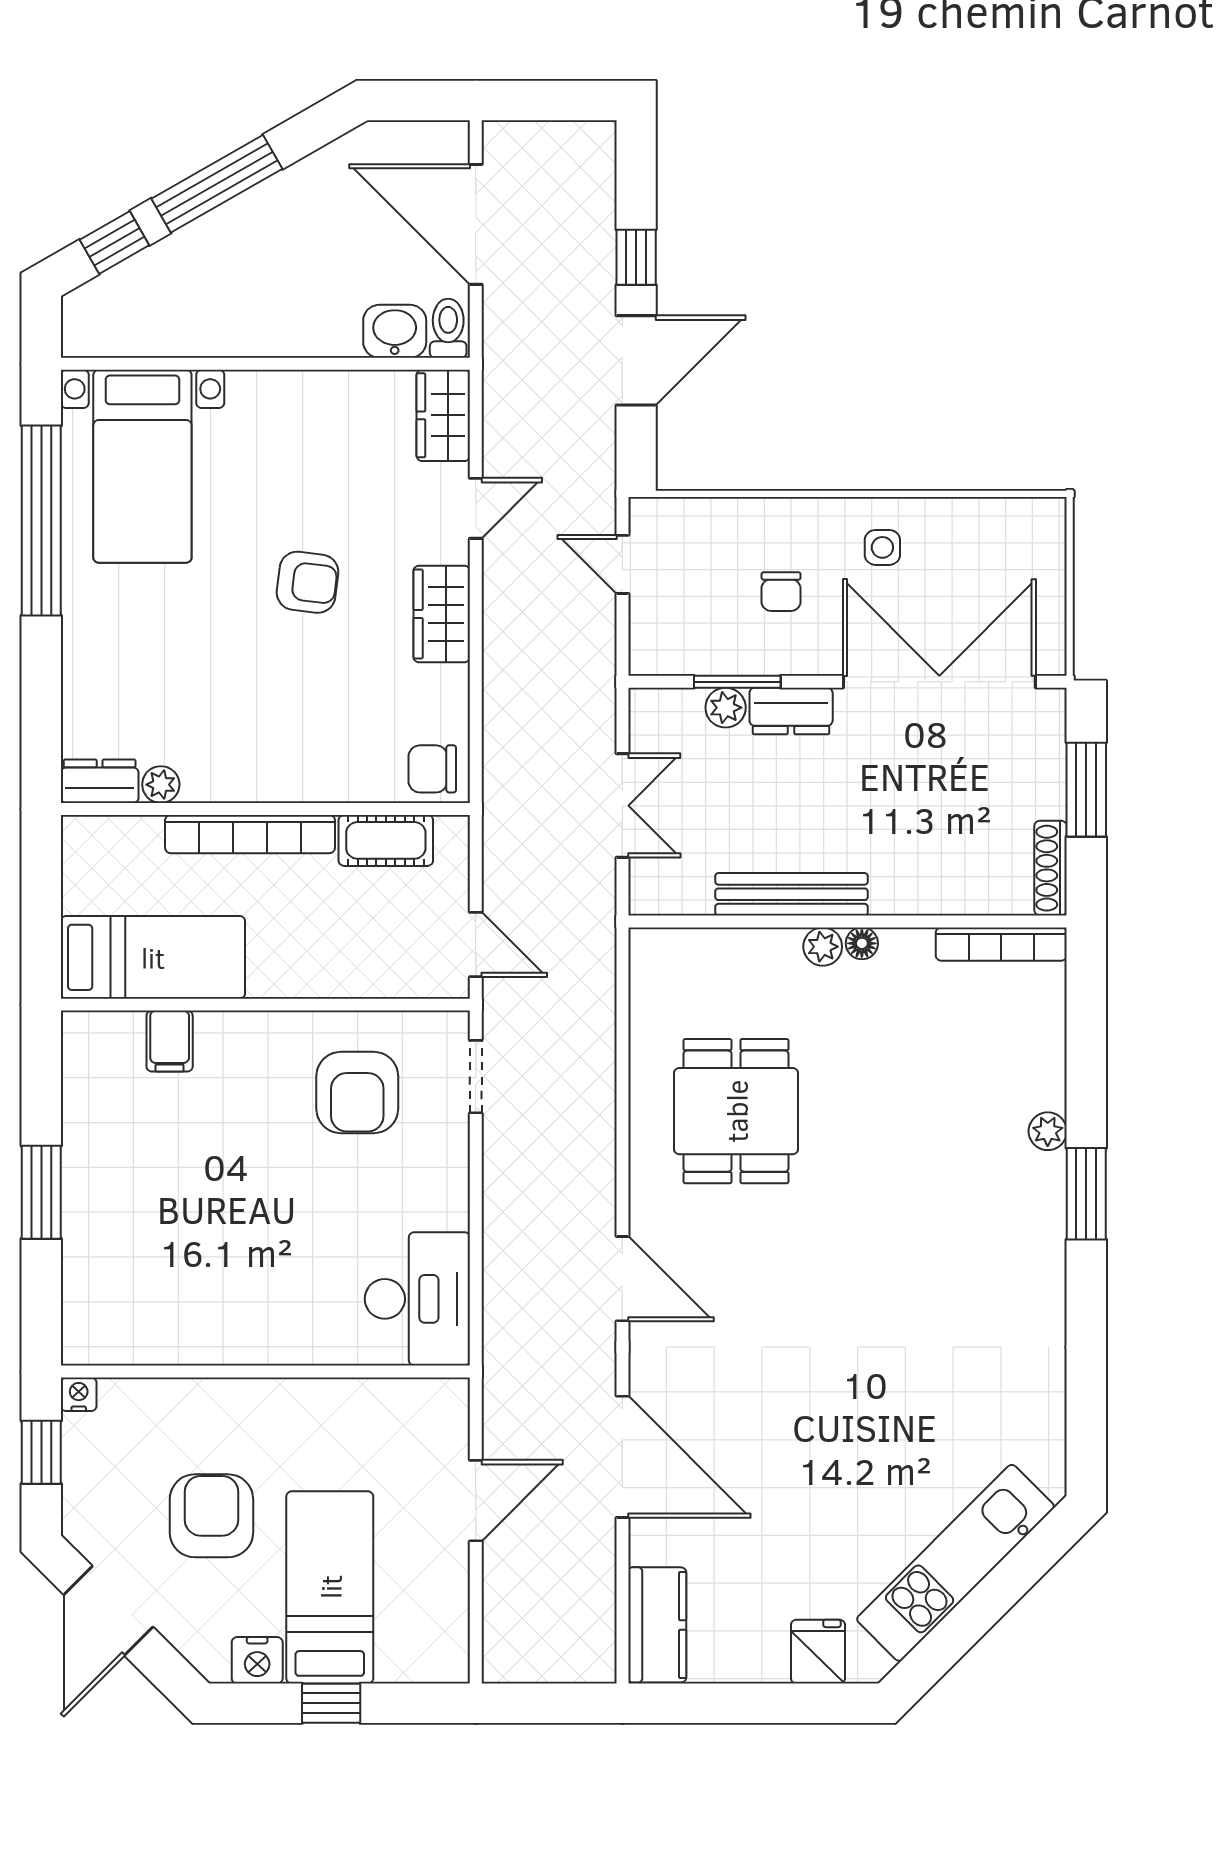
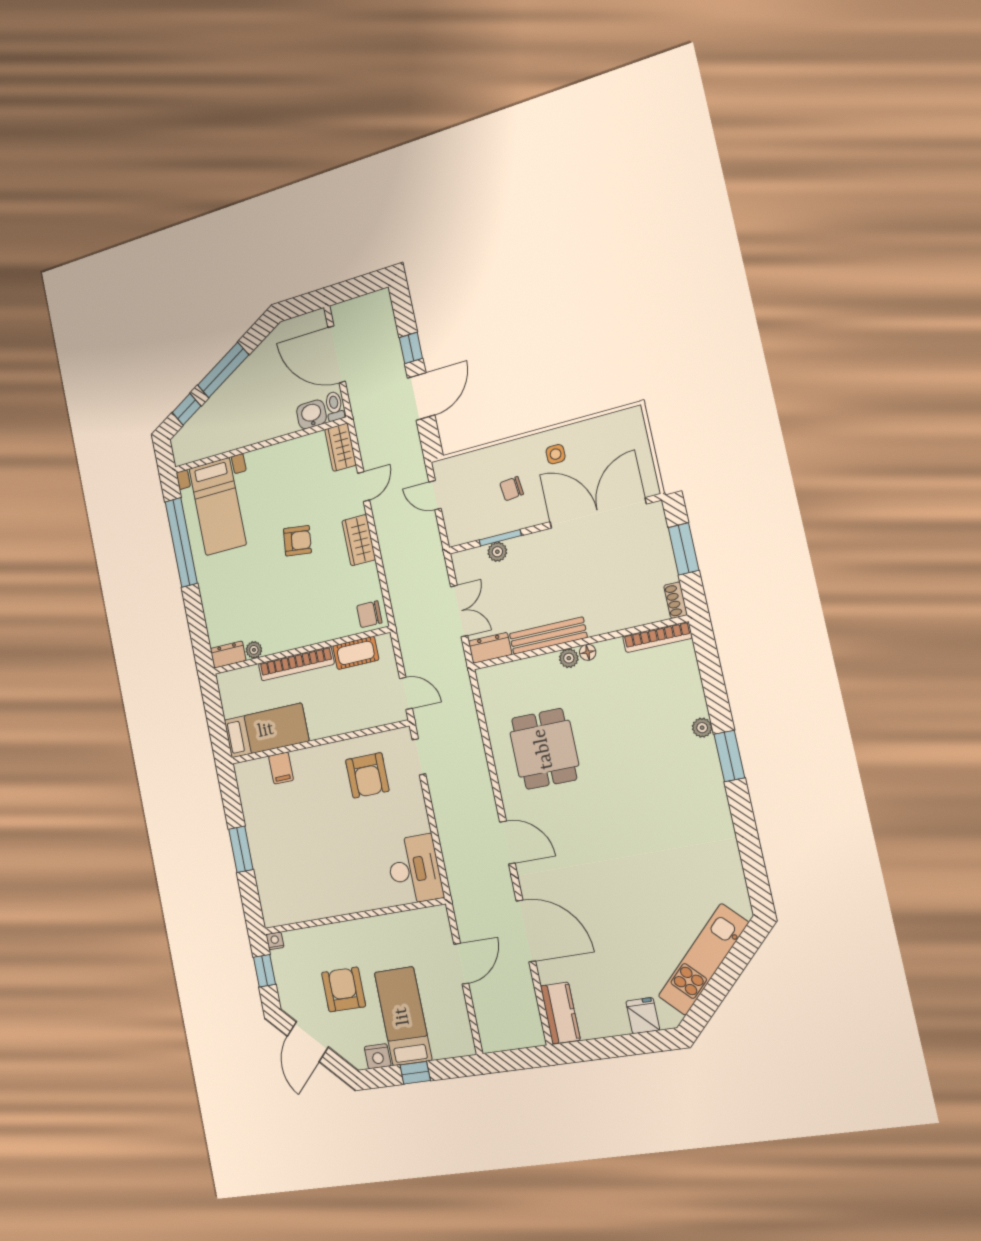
chair: (781, 592) -> (512, 489), turned 84
dresser: (791, 711) -> (490, 648), moved, turned 180
shoe rack: (1051, 868) -> (676, 600), width x0.70

